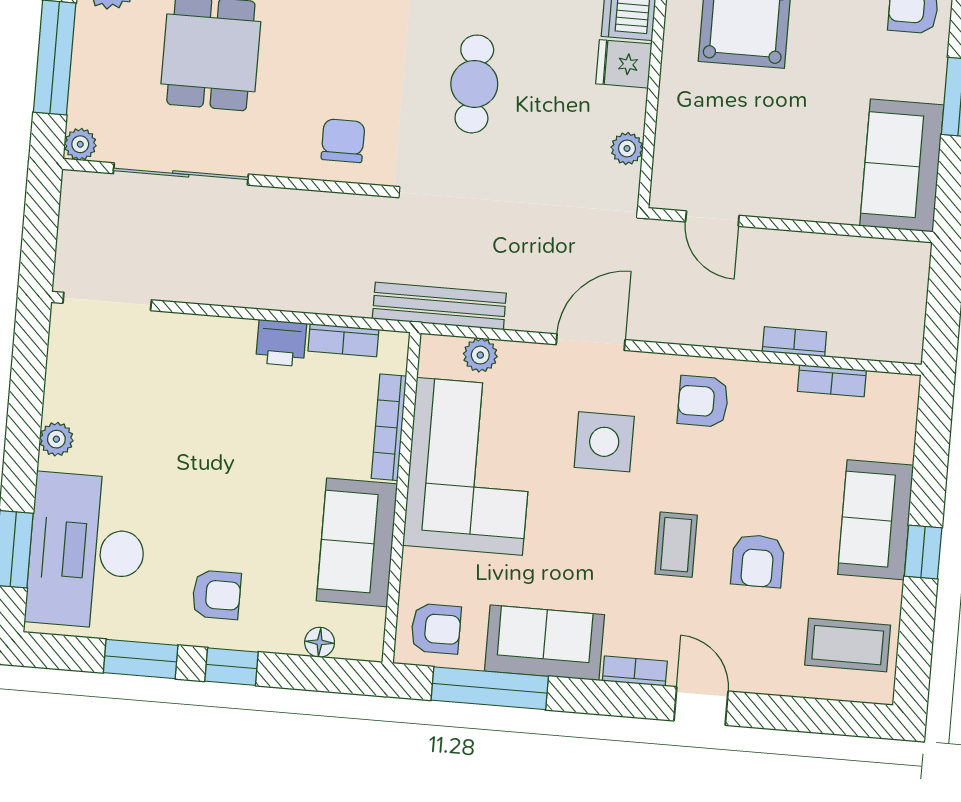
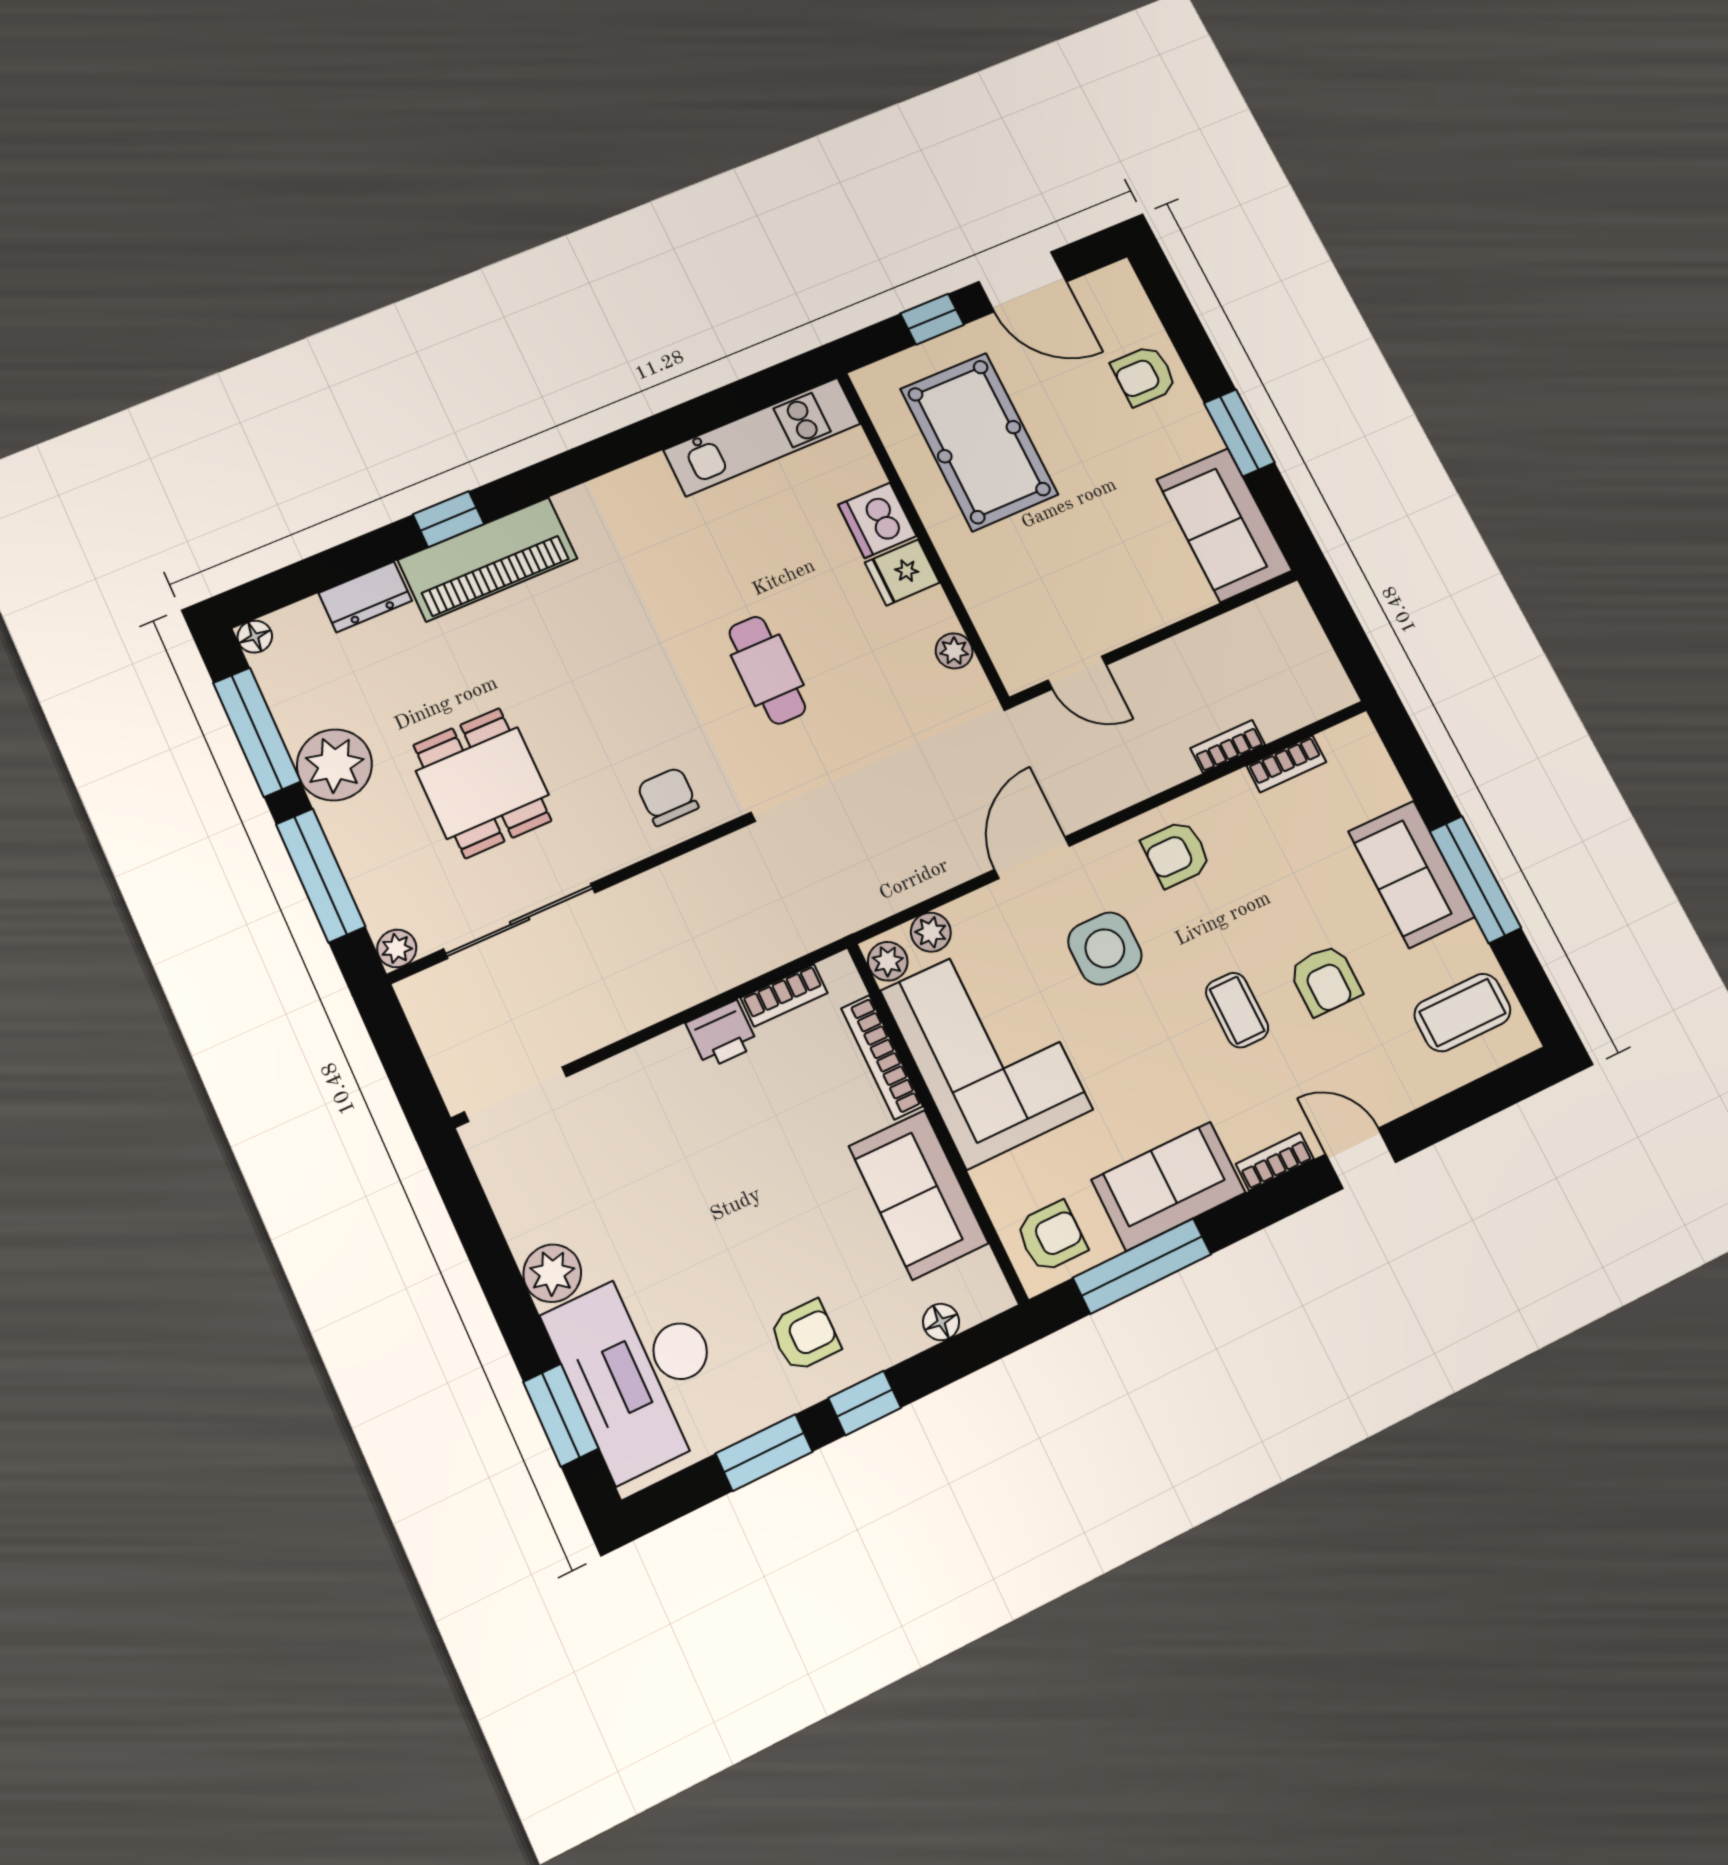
bench: (439, 306) -> (861, 906), removed
plant: (435, 359) -> (888, 961), added
plant: (56, 439) -> (552, 1273), width x1.38, depth x1.38
window: (923, 552) -> (1475, 880), width x2.17

